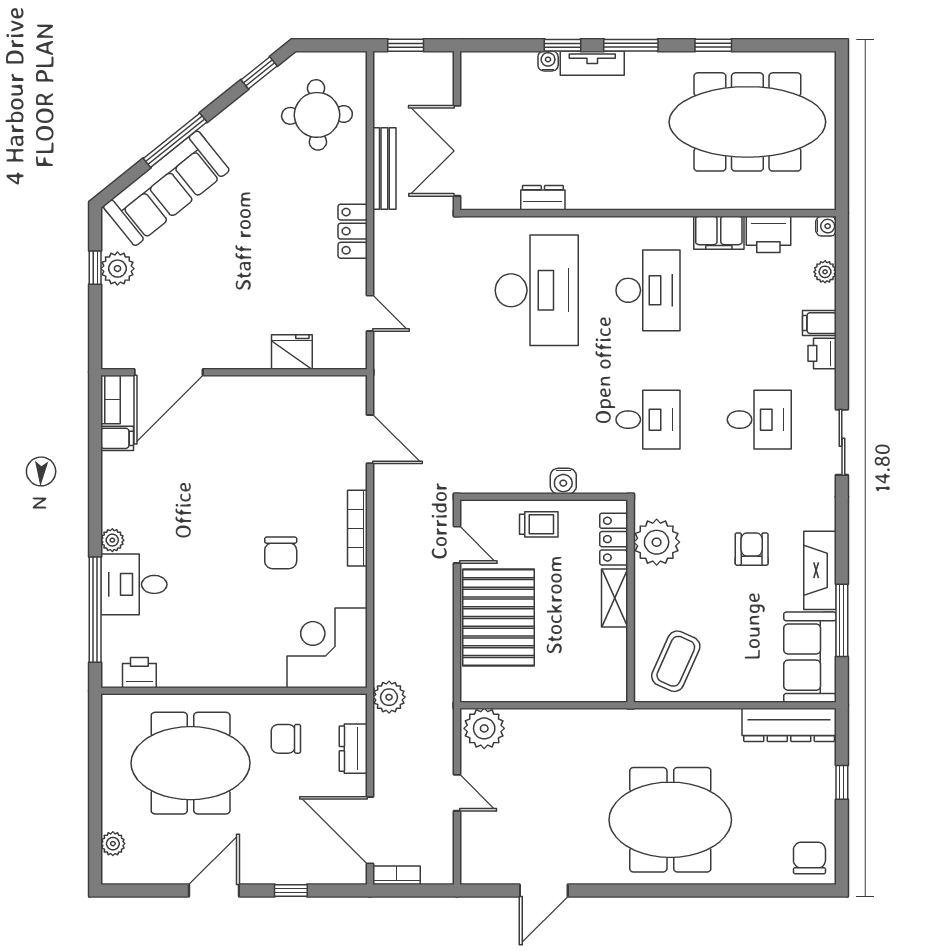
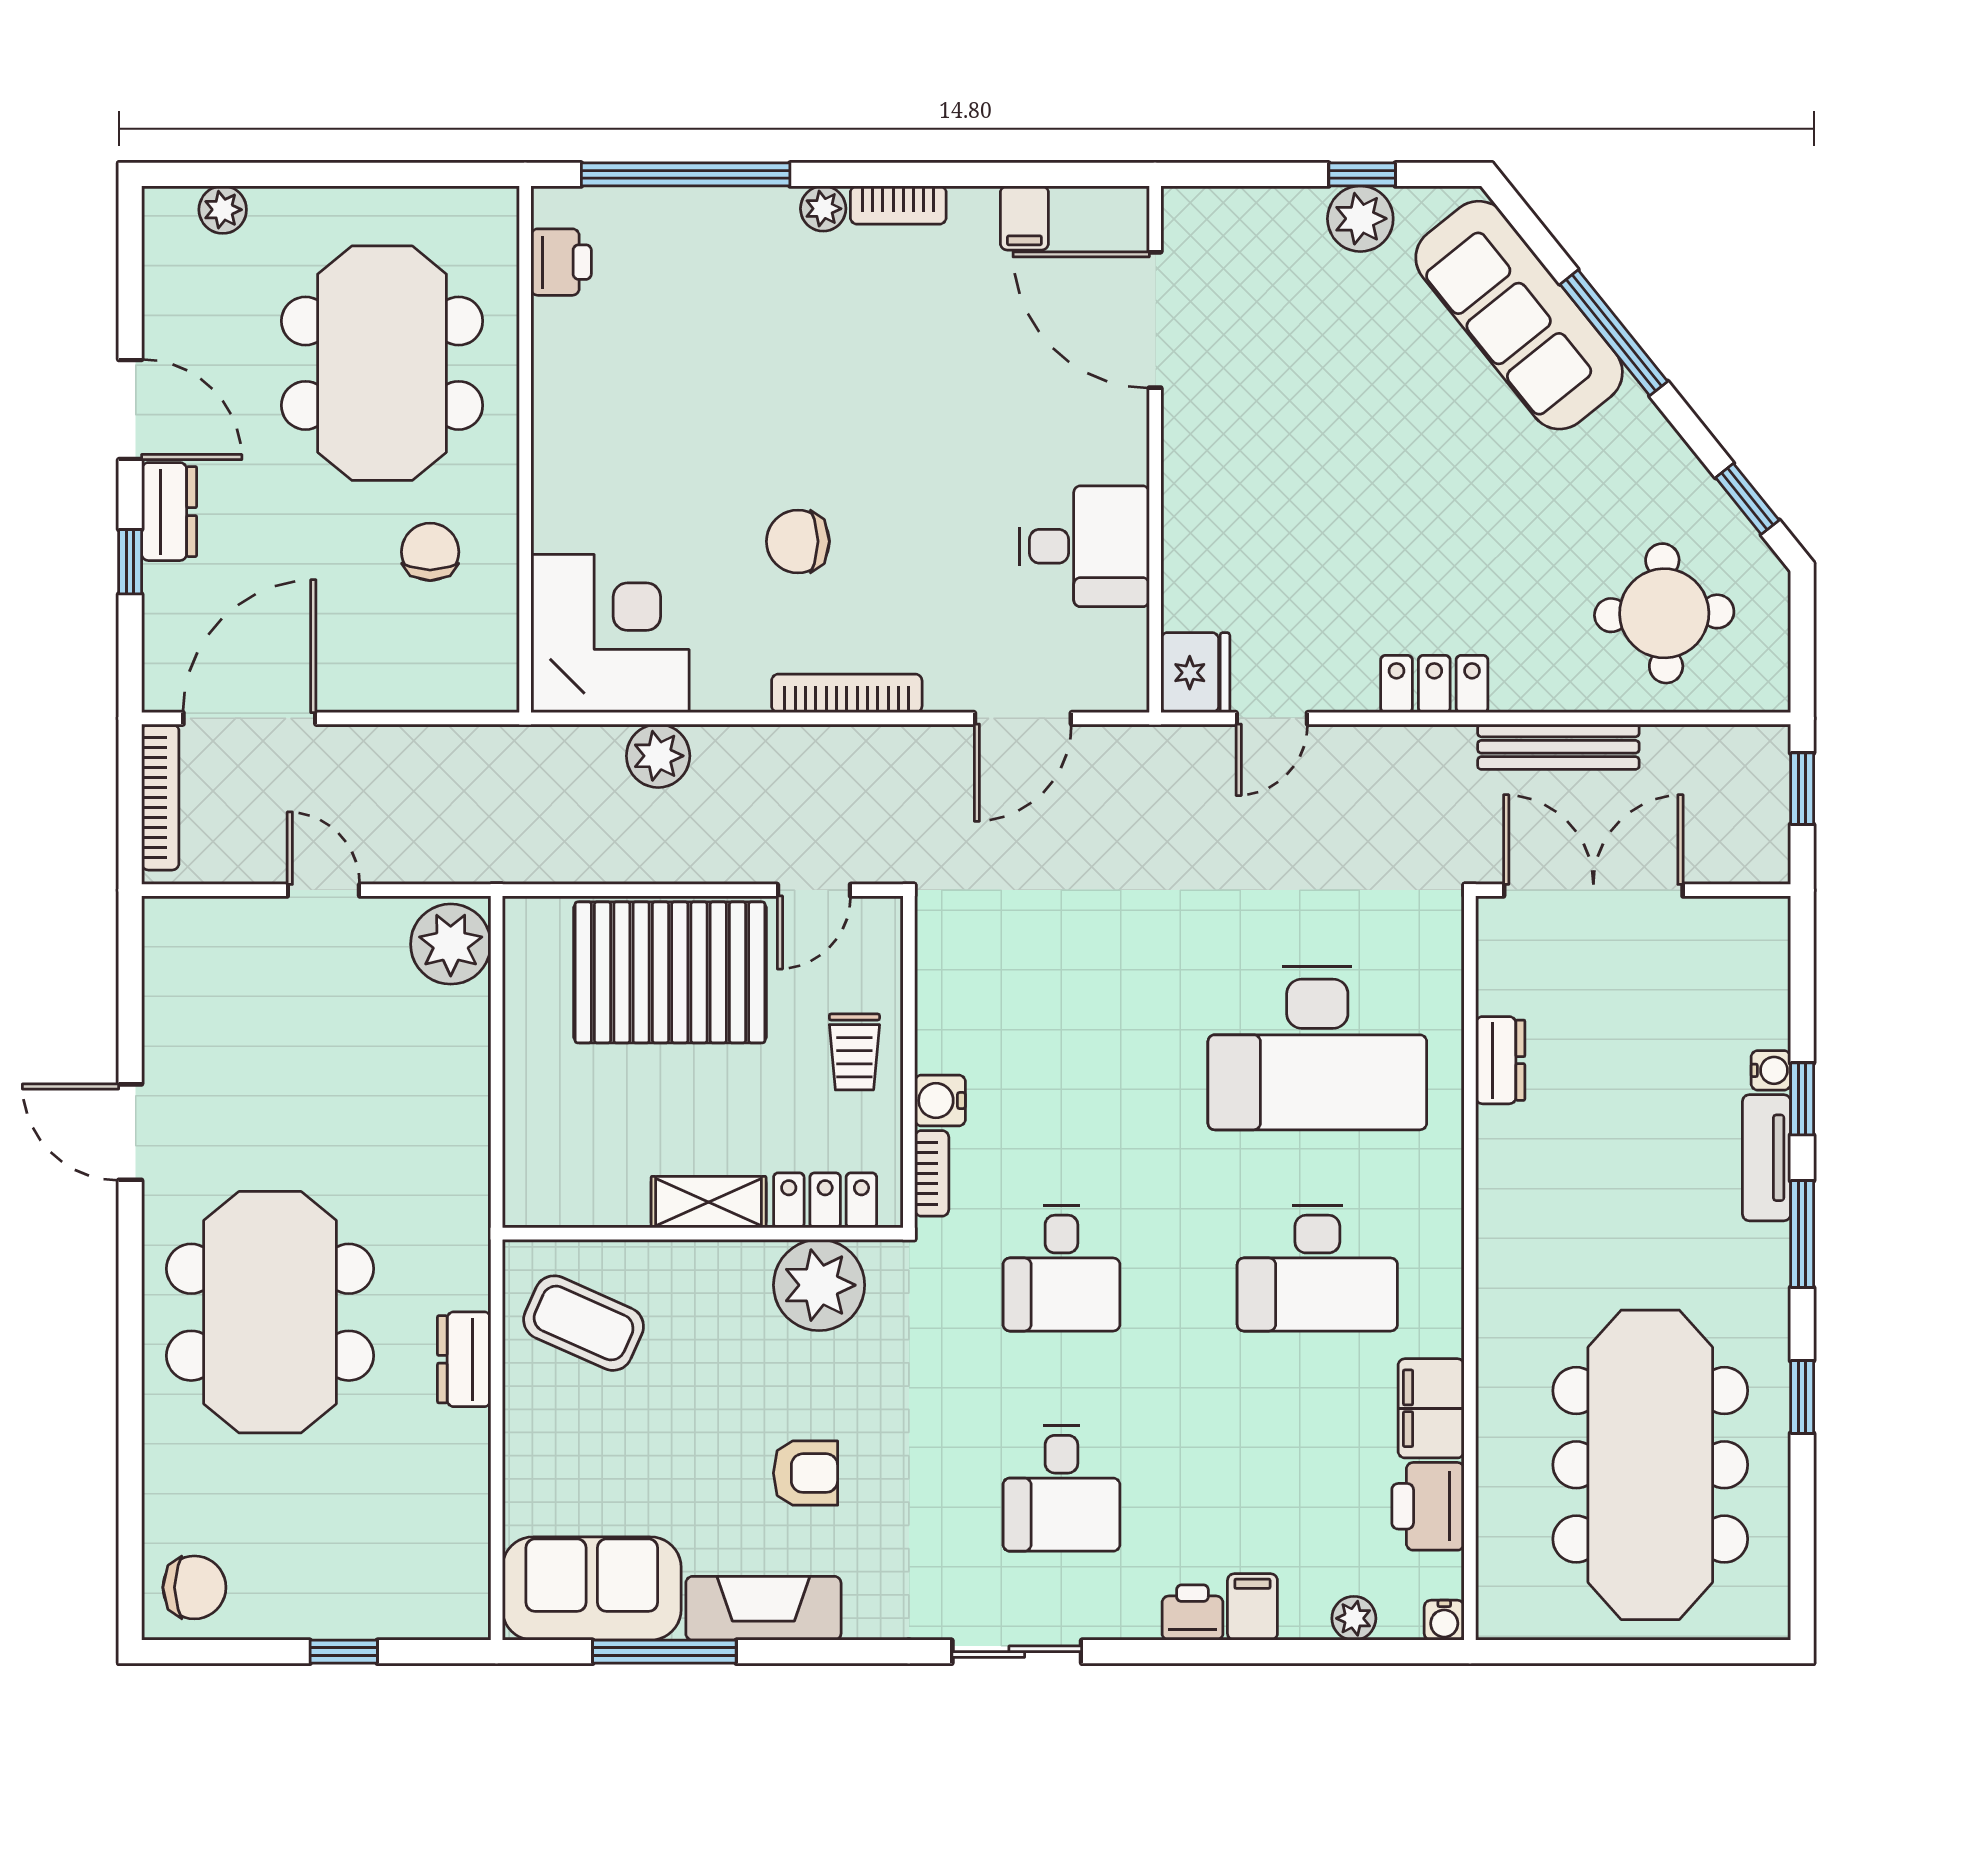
fridge: (292, 352) -> (1195, 673), moved
bookcase: (111, 400) -> (898, 205), moved
bookcase: (600, 485) -> (932, 1173), added
desk: (134, 584) -> (1084, 546), moved, turned 90
plant: (389, 697) -> (658, 756), moved
dresser: (789, 725) -> (464, 1359), moved, width x0.51, depth x0.80
dresser: (353, 749) -> (169, 512), moved, turned 90
door: (457, 793) -> (323, 890), swing flipped
bookcase: (397, 875) -> (160, 797), width x1.56
door: (544, 890) -> (130, 1132), moved

